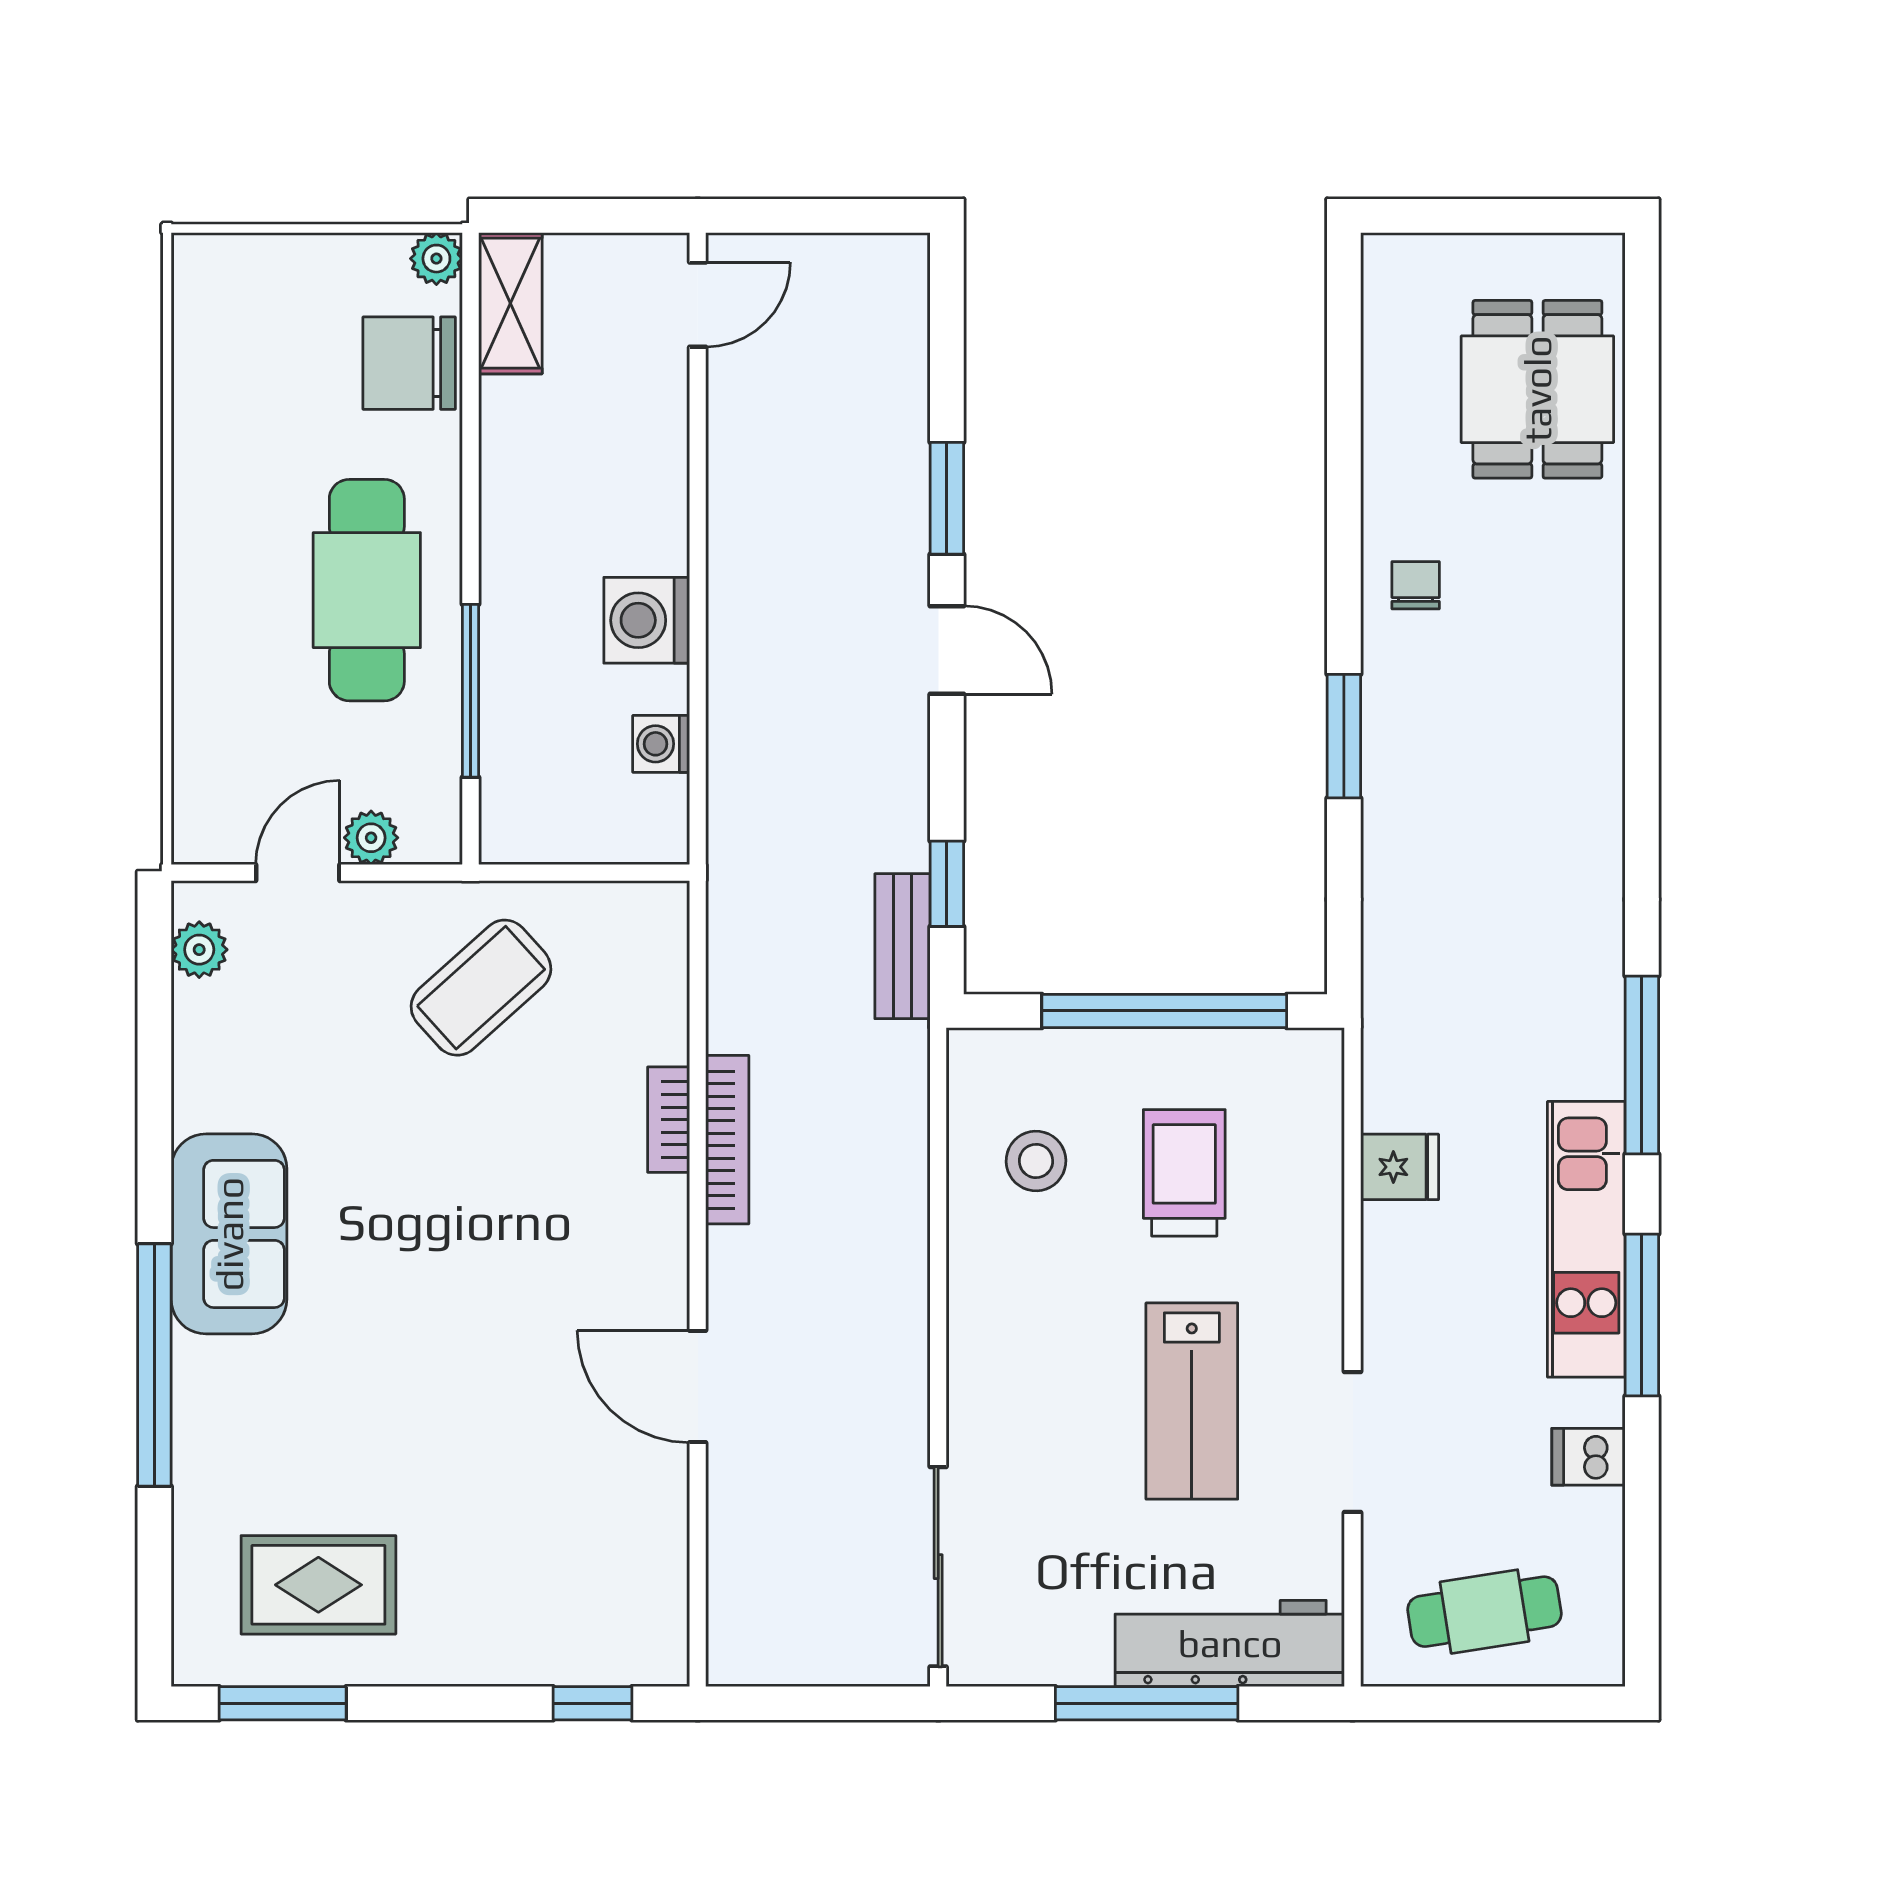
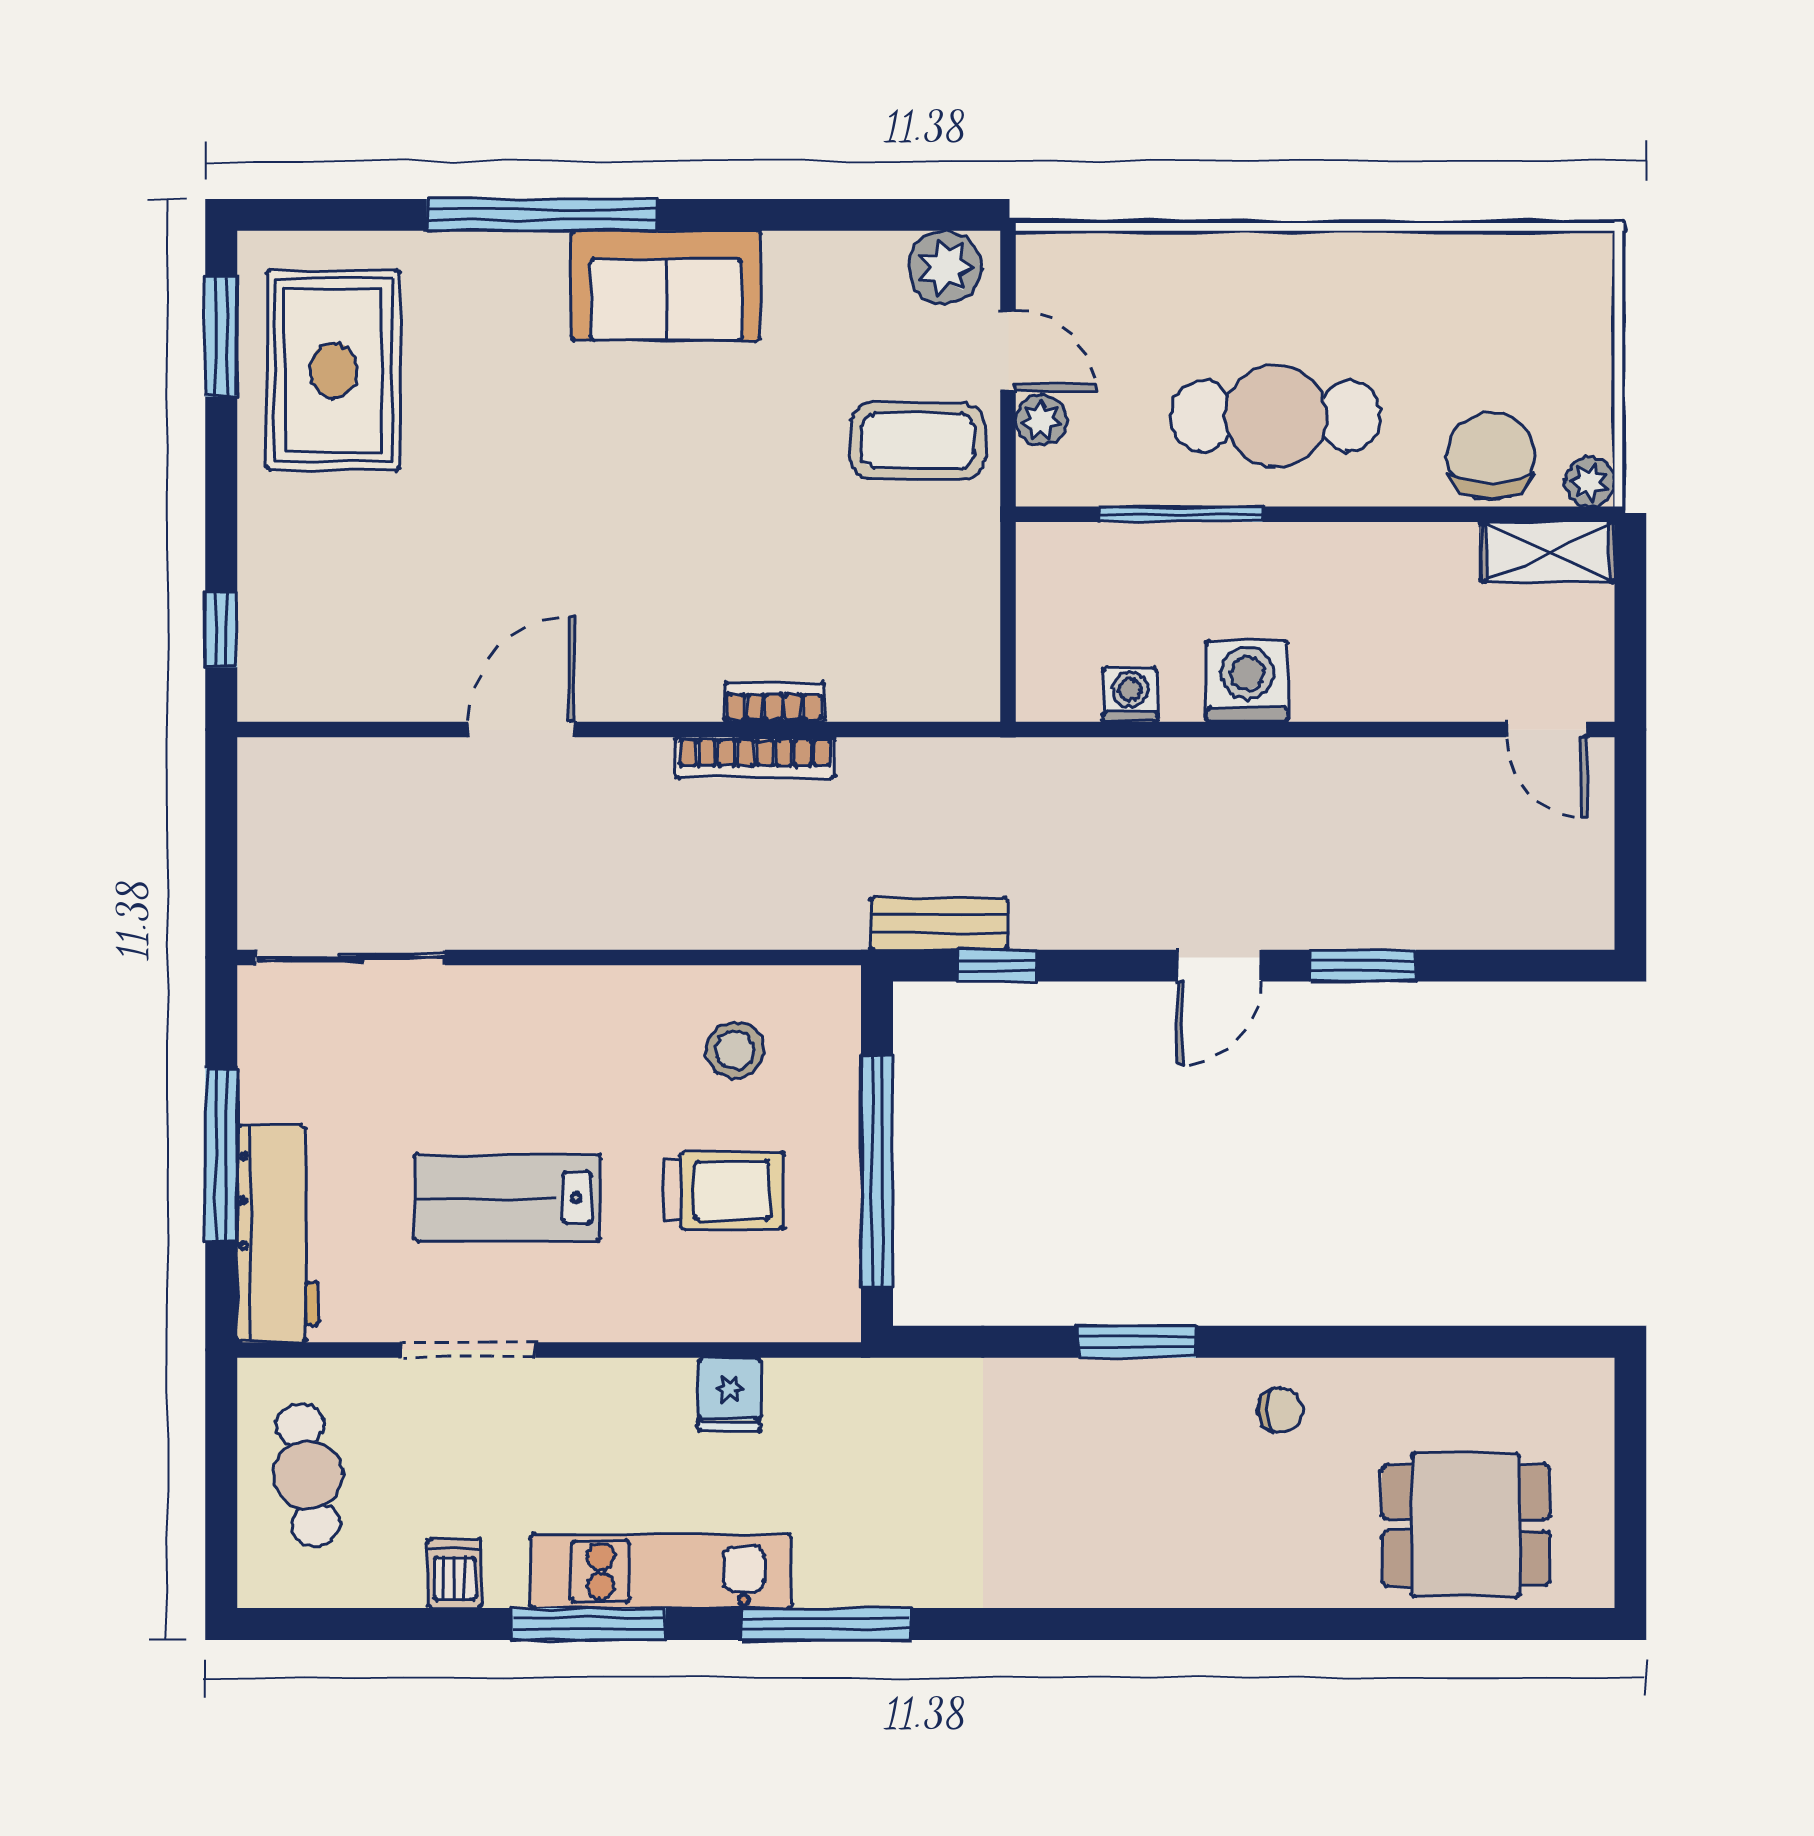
plant: (199, 950) -> (945, 267), width x1.38, depth x1.38
coffee table: (481, 988) -> (918, 441), moved, turned -48
rug: (318, 1585) -> (333, 370), width x1.36, depth x1.43

